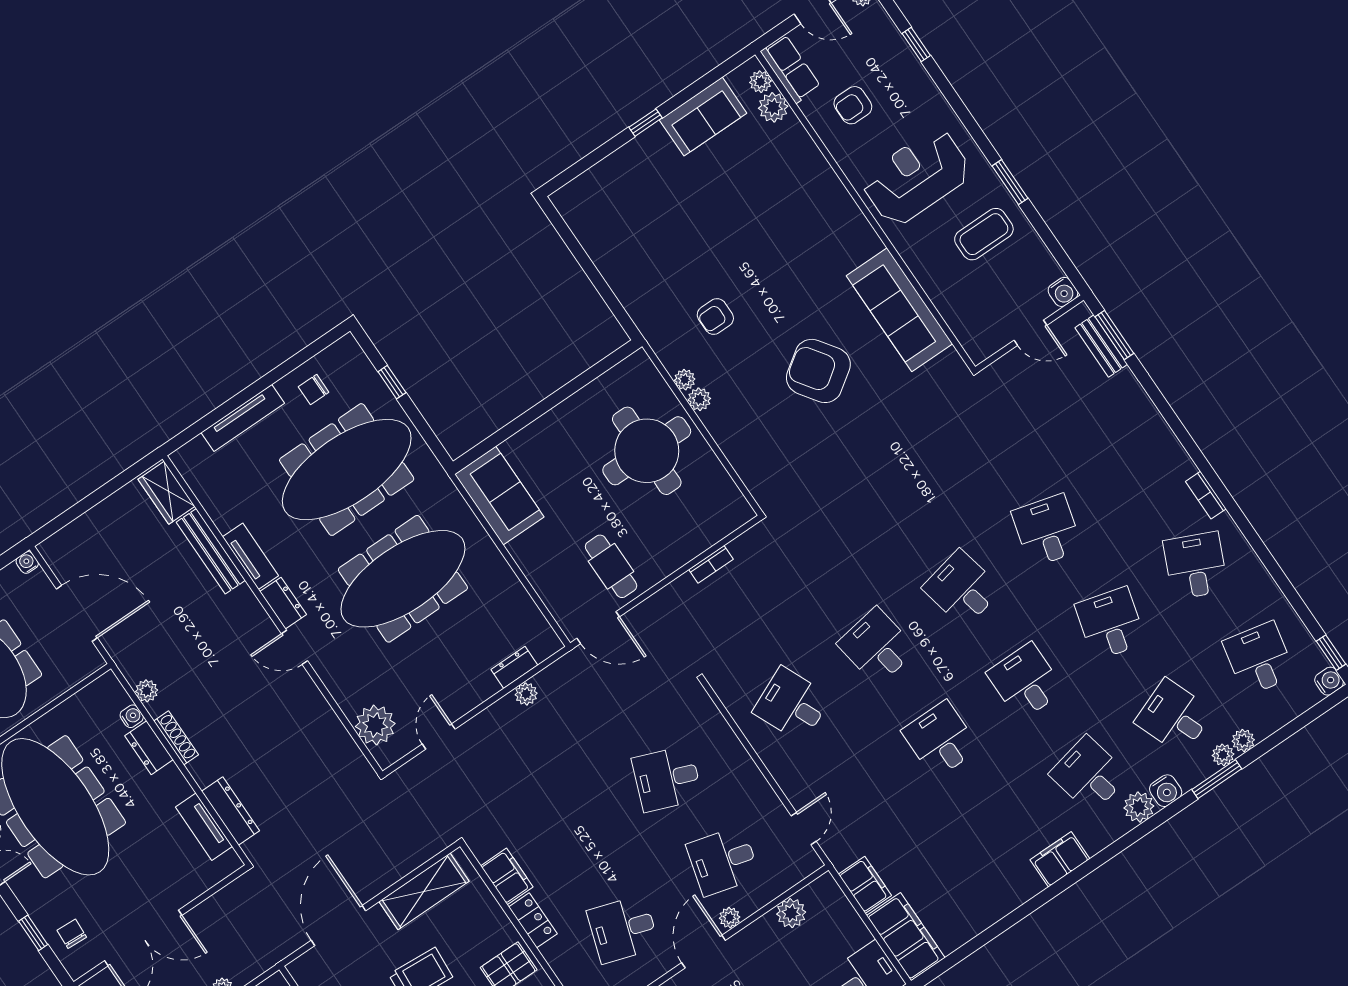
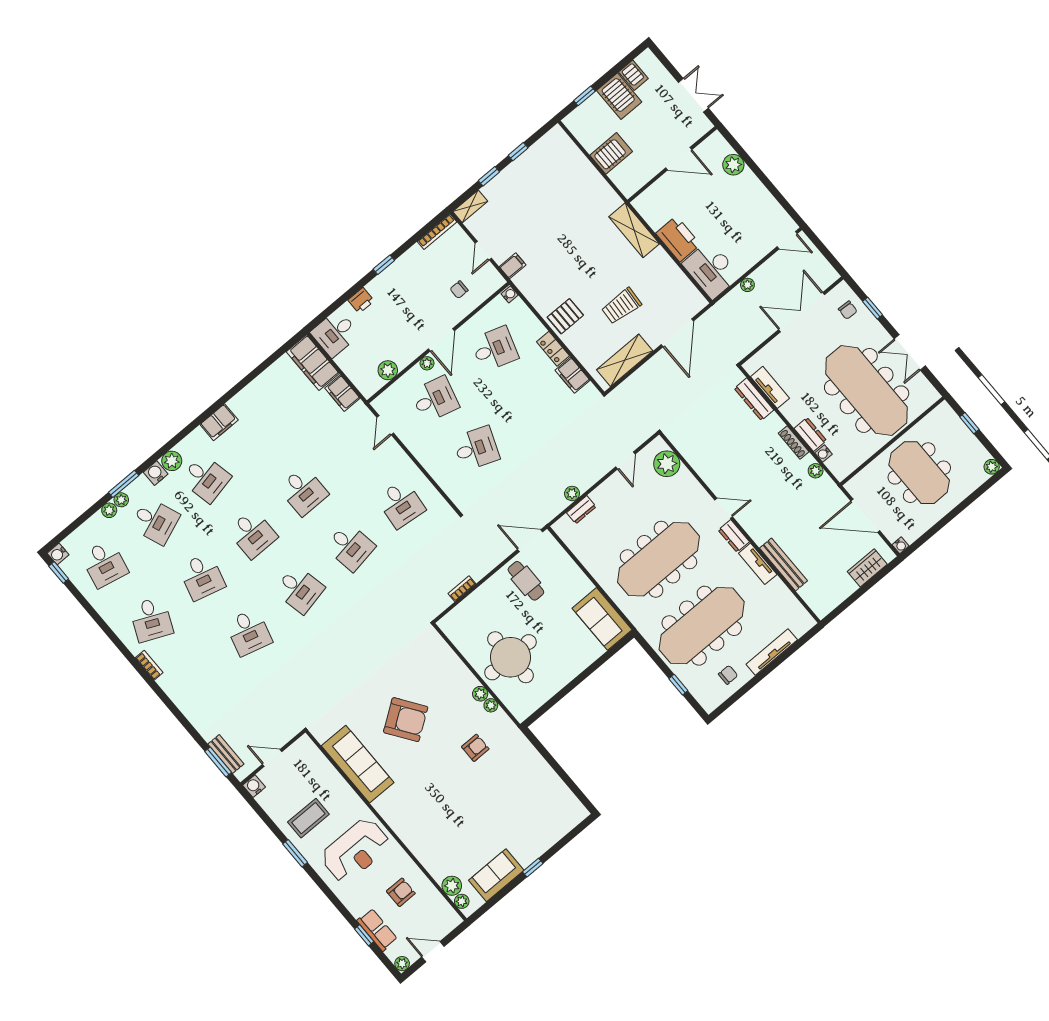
row of seats: (790, 69) -> (377, 930), moved, turned 180
wardrobe: (166, 493) -> (867, 568), moved, turned -90
desk: (792, 705) -> (401, 504), turned 30

